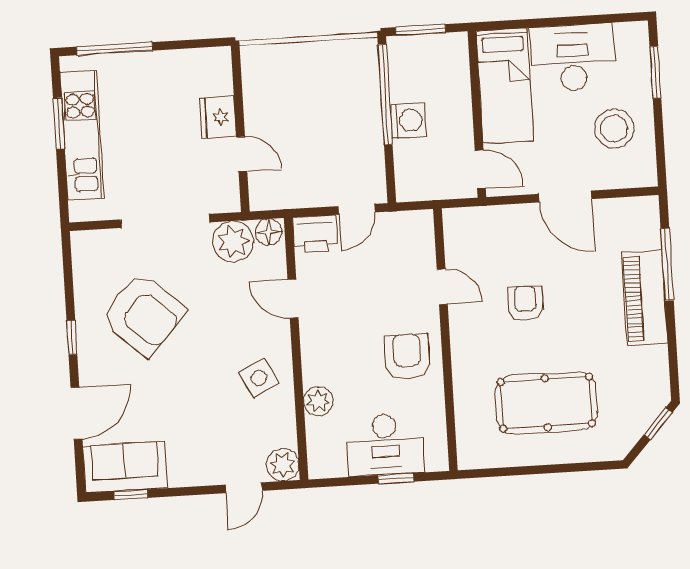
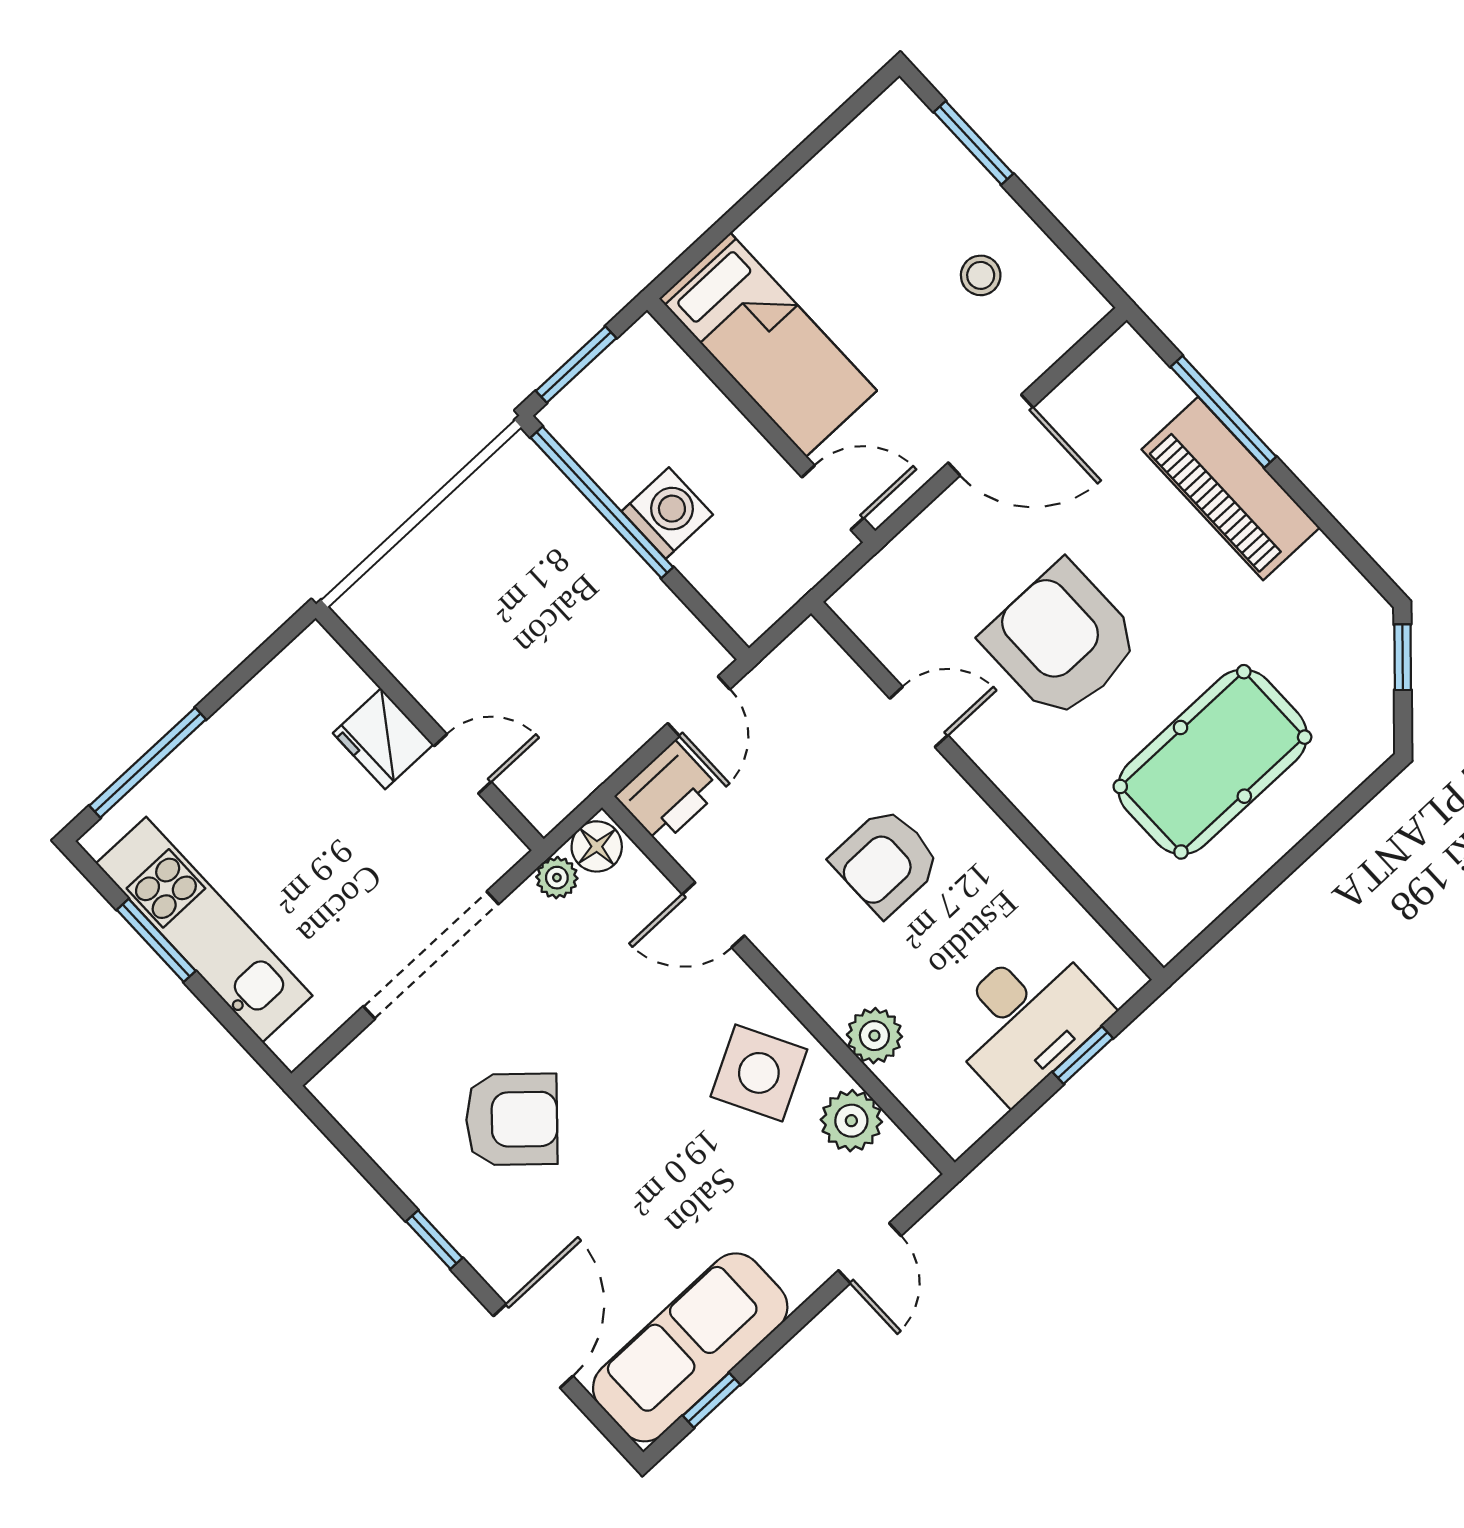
desk: (573, 58) -> (834, 221), removed
stool: (614, 128) -> (981, 275), width x0.53, depth x0.53
plant: (233, 242) -> (557, 878), width x0.53, depth x0.53
armchair: (525, 304) -> (1062, 641), width x1.88, depth x1.88
armchair: (143, 314) -> (512, 1119), width x0.73, depth x0.73
armchair: (407, 357) -> (886, 862), moved, turned -90
side table: (259, 378) -> (759, 1073), width x1.37, depth x1.37
plant: (283, 465) -> (851, 1121), moved
sofa: (125, 467) -> (690, 1347), width x1.36

